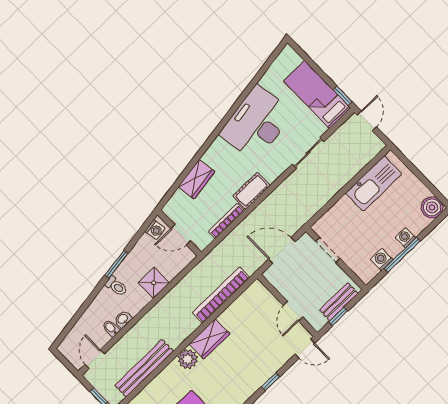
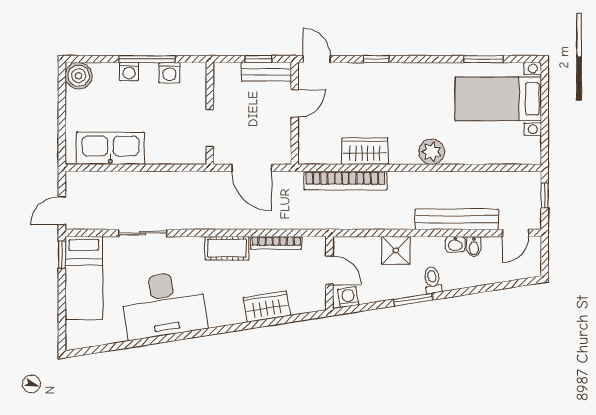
bench: (339, 302) -> (267, 72), moved
wardrobe: (209, 339) -> (365, 151), moved
bench: (144, 368) -> (457, 219), moved

